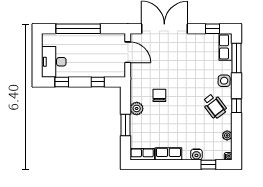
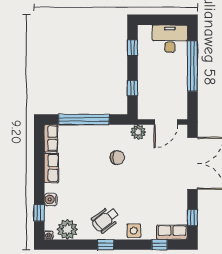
window: (236, 58) -> (159, 245), width x0.46
desk: (54, 62) -> (170, 39), moved
plant: (137, 108) -> (138, 132), moved
window: (125, 125) -> (84, 119), width x2.11
plant: (227, 135) -> (67, 229), width x1.87, depth x1.87

